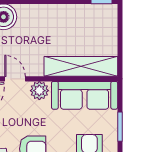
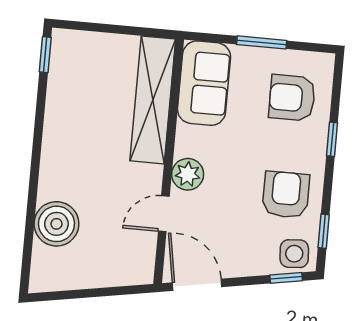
sofa: (85, 95) -> (204, 83), width x0.73

